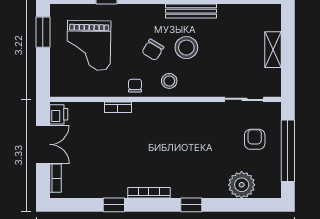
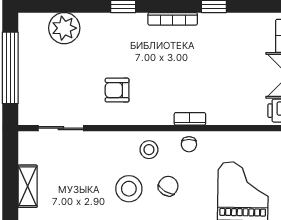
bookcase: (118, 107) -> (190, 119), moved
armchair: (255, 139) -> (117, 90), moved, turned 90

